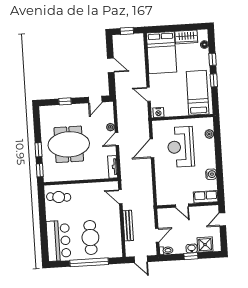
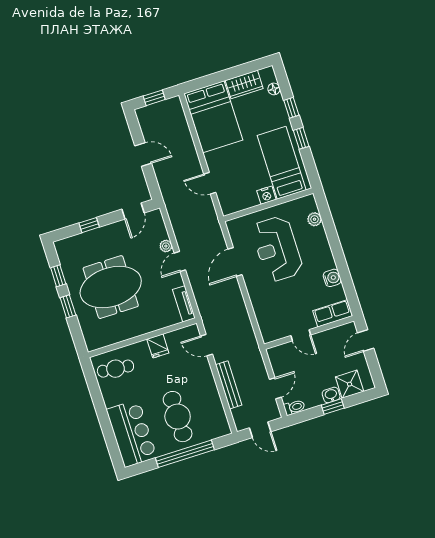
nightstand: (158, 112) -> (266, 195), moved
window: (40, 170) -> (58, 276), moved
fridge: (89, 189) -> (158, 346), added

